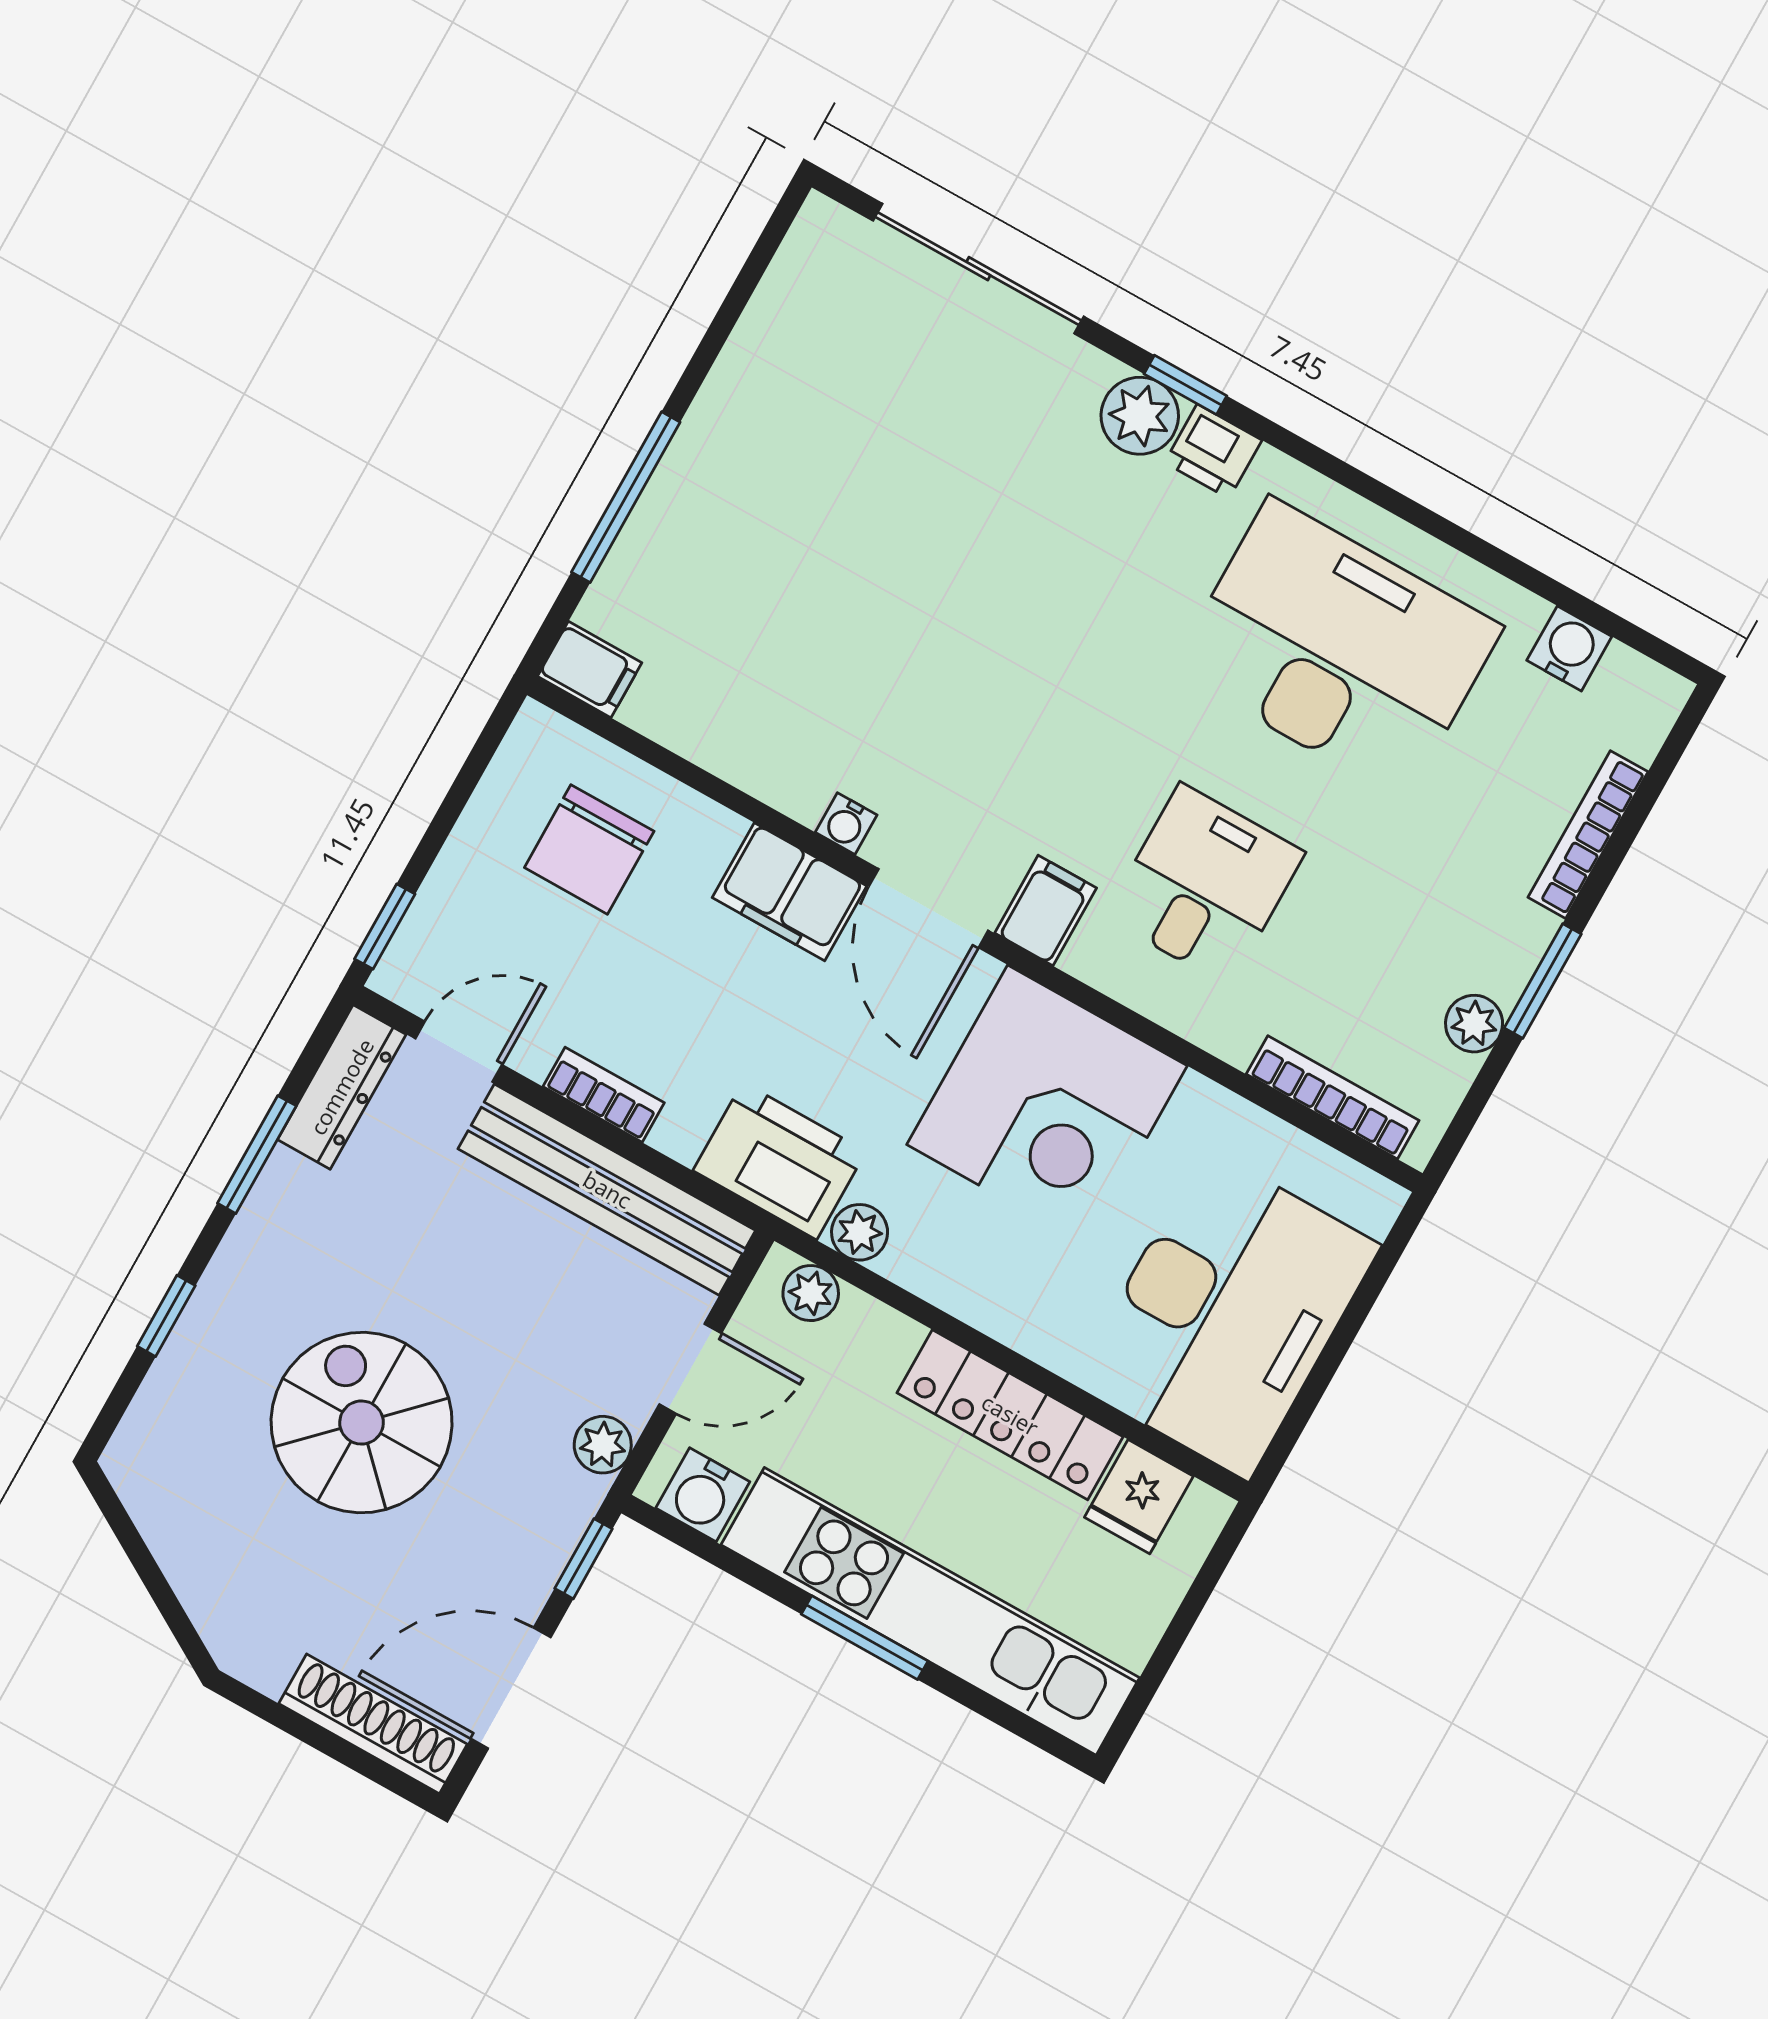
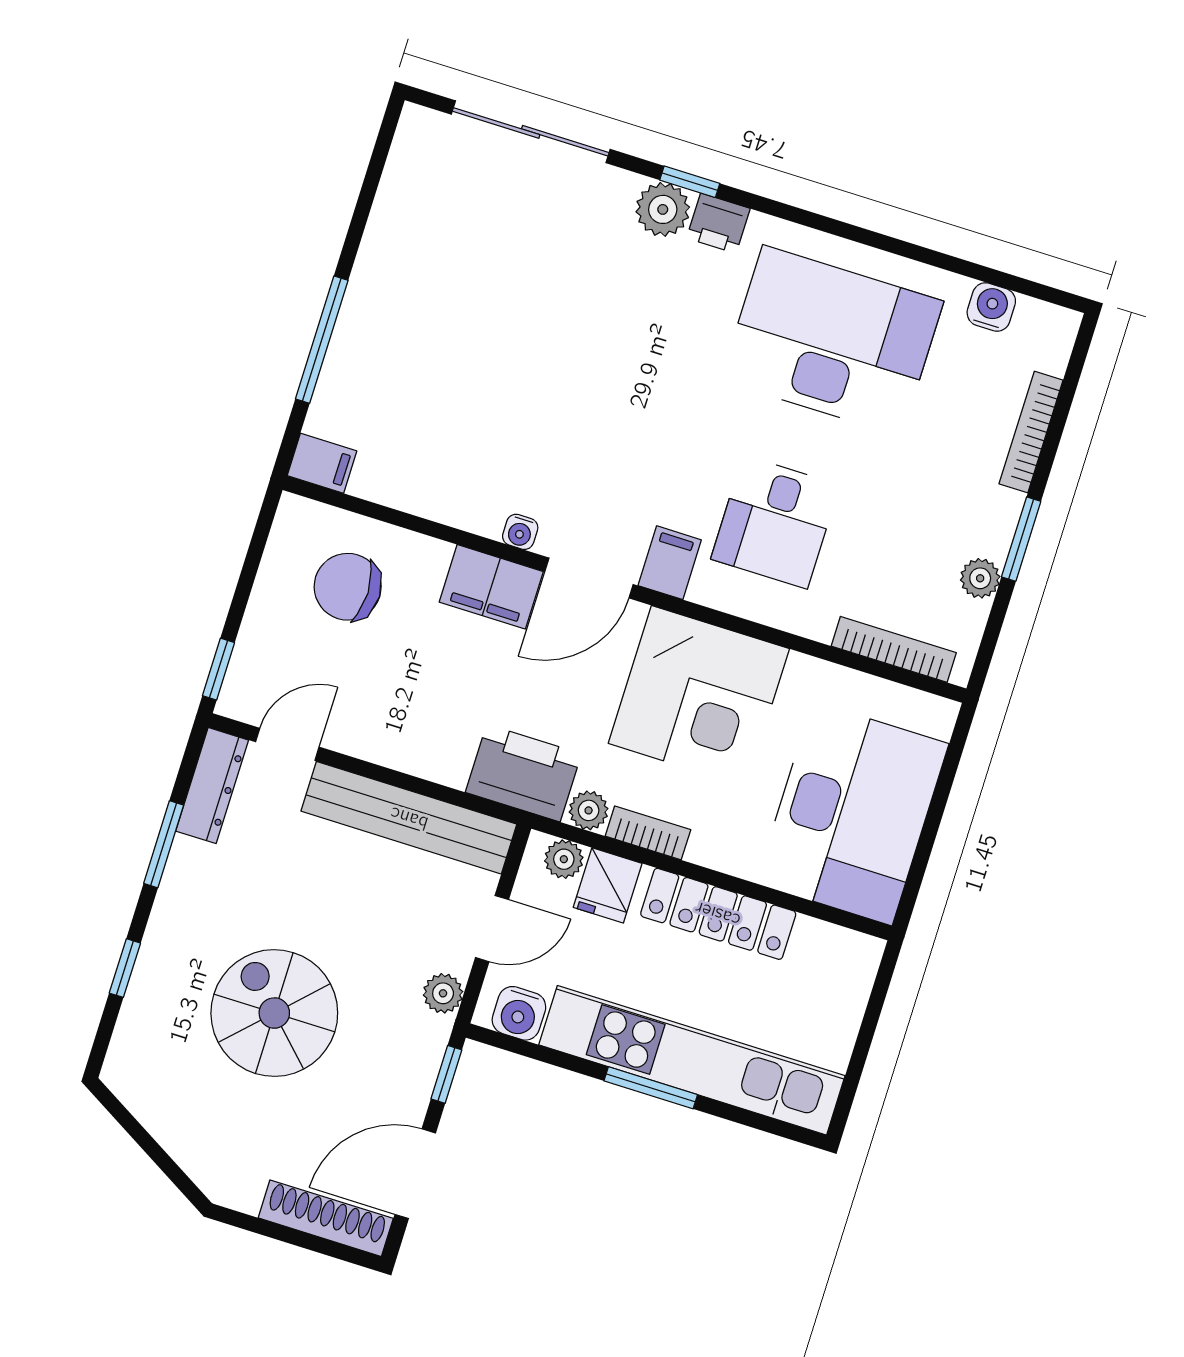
chair: (589, 849) -> (348, 587), turned 90
desk: (1205, 885) -> (775, 522), turned 180
door: (929, 908) -> (589, 578), hinge flipped
bookcase: (604, 1095) -> (648, 833), moved
fridge: (1139, 1497) -> (608, 885), moved

